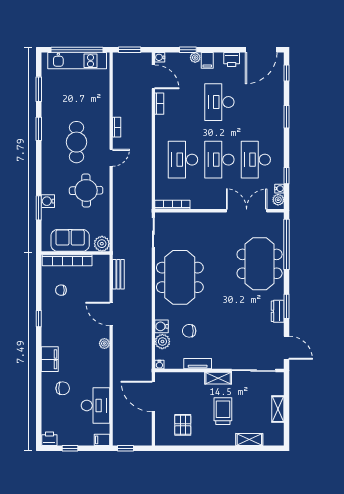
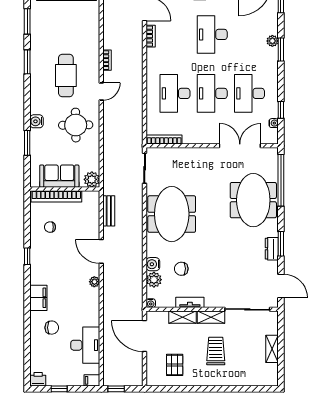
plant: (278, 200) -> (272, 41), moved
water cooler: (48, 201) -> (37, 121), moved
shelving: (249, 439) -> (182, 317), moved

